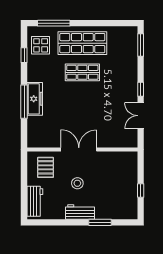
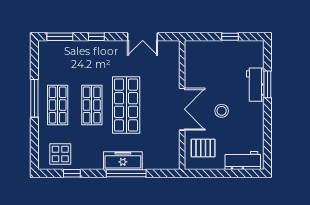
window: (54, 23) -> (34, 98), moved
shop shelf: (82, 43) -> (58, 105), width x0.70, depth x0.74
window: (141, 89) -> (96, 37), moved
shop shelf: (82, 102) -> (126, 105), added
double door: (79, 149) -> (182, 109), swing flipped
workbench: (80, 212) -> (255, 85), moved

